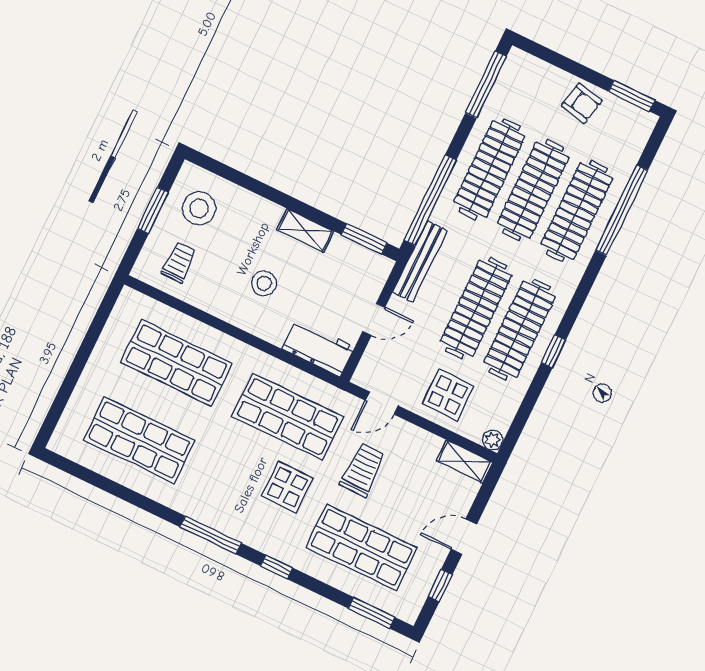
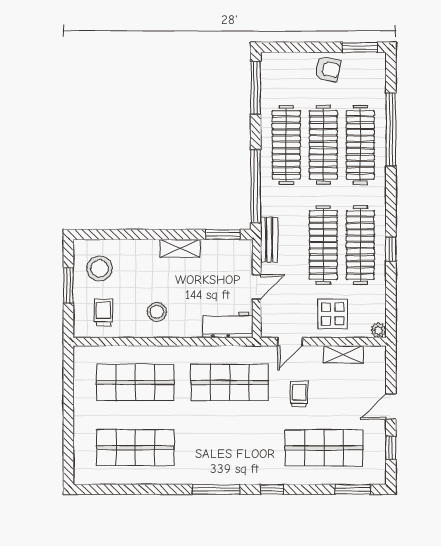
bench: (420, 261) -> (269, 240), width x0.73
stool: (264, 283) -> (157, 312), moved
shelving: (465, 462) -> (343, 354), moved
trolley: (363, 470) -> (299, 394), width x0.73, depth x0.72
display table: (287, 487) -> (253, 431), removed

